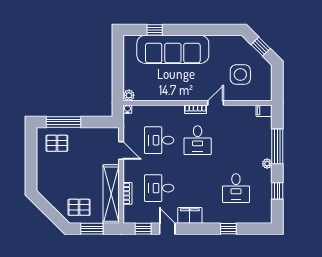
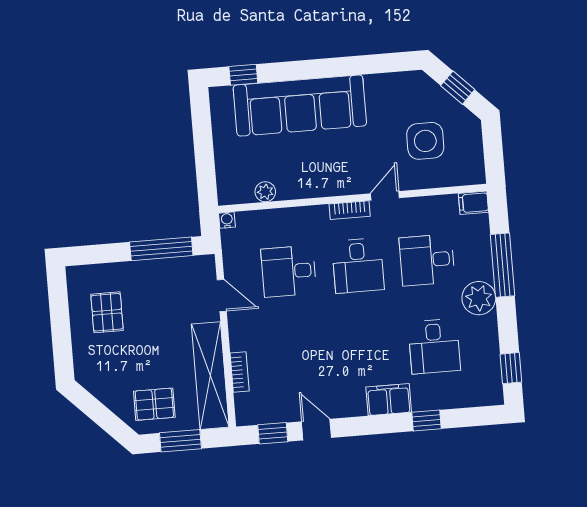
window: (155, 30) -> (243, 75), moved
plant: (129, 95) -> (265, 192), moved
window: (64, 122) -> (161, 249), moved
pallet: (57, 143) -> (107, 312), moved, turned 90
plant: (267, 164) -> (479, 298), width x1.88, depth x1.88
desk: (159, 188) -> (427, 260), moved
window: (277, 191) -> (511, 368), moved
filing cabinet: (190, 215) -> (389, 400), moved

